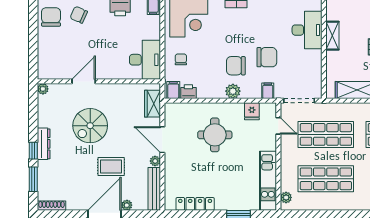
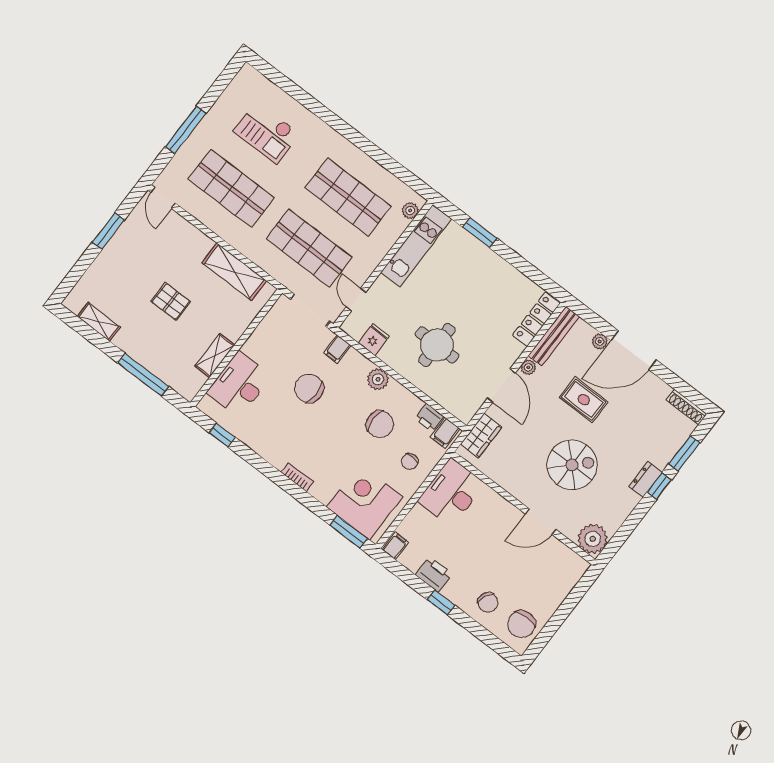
chair: (236, 66) -> (380, 424), moved
plant: (43, 89) -> (593, 539), width x1.88, depth x1.88
dresser: (44, 144) -> (646, 479), width x0.70
locker: (195, 204) -> (536, 319), moved, turned 90

